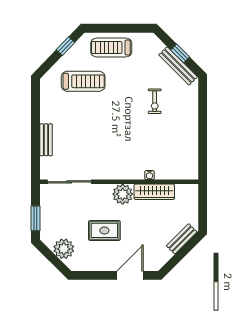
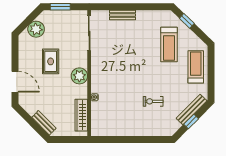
window: (66, 46) -> (187, 21), moved
bench: (178, 66) -> (192, 110), moved
wardrobe: (154, 192) -> (81, 115), moved

